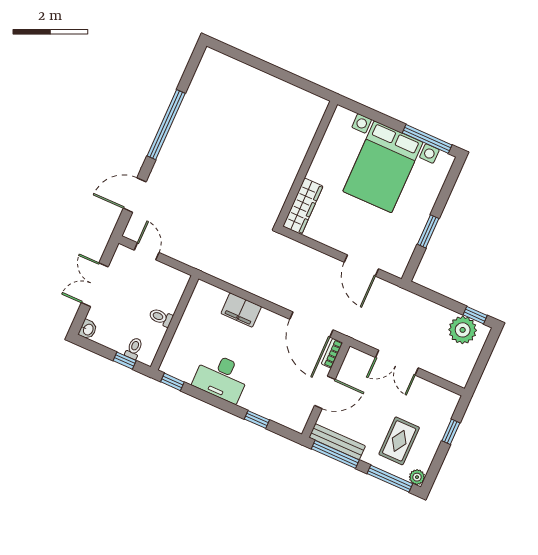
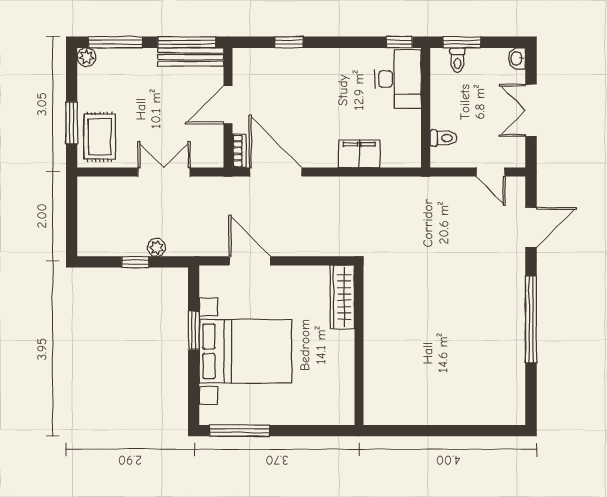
bed with nightstands: (383, 167) -> (245, 351), moved, turned 90
double door: (95, 285) -> (531, 110), swing flipped
window: (475, 315) -> (135, 262), moved
toilet: (161, 317) -> (443, 138), moved
plant: (463, 330) -> (157, 247), moved, width x0.53, depth x0.53
window: (125, 361) -> (462, 42), width x1.50
desk: (221, 377) -> (398, 79), moved, turned 90
window: (451, 432) -> (72, 123), width x1.50
rug: (399, 441) -> (100, 137), moved

